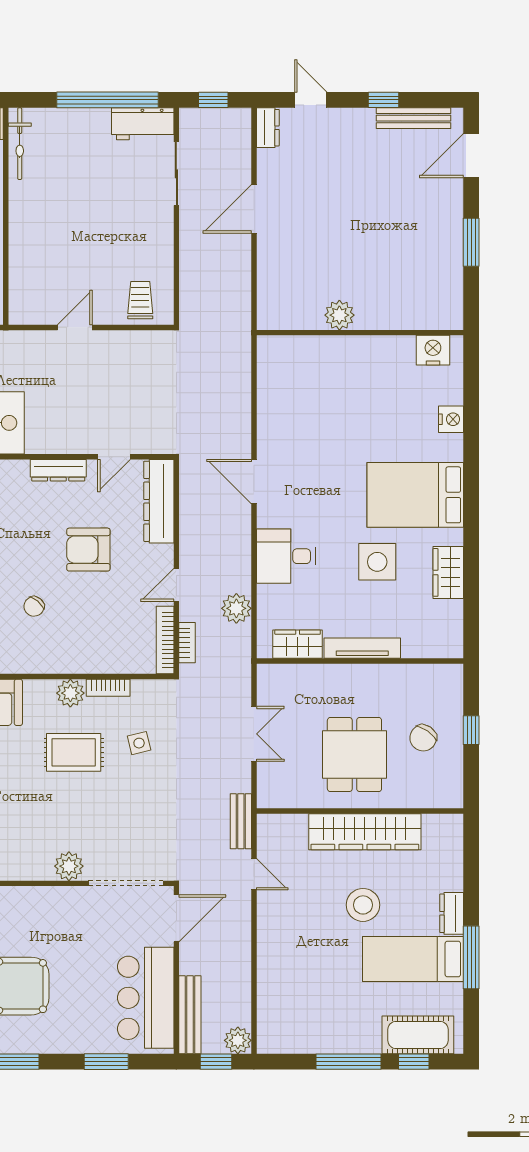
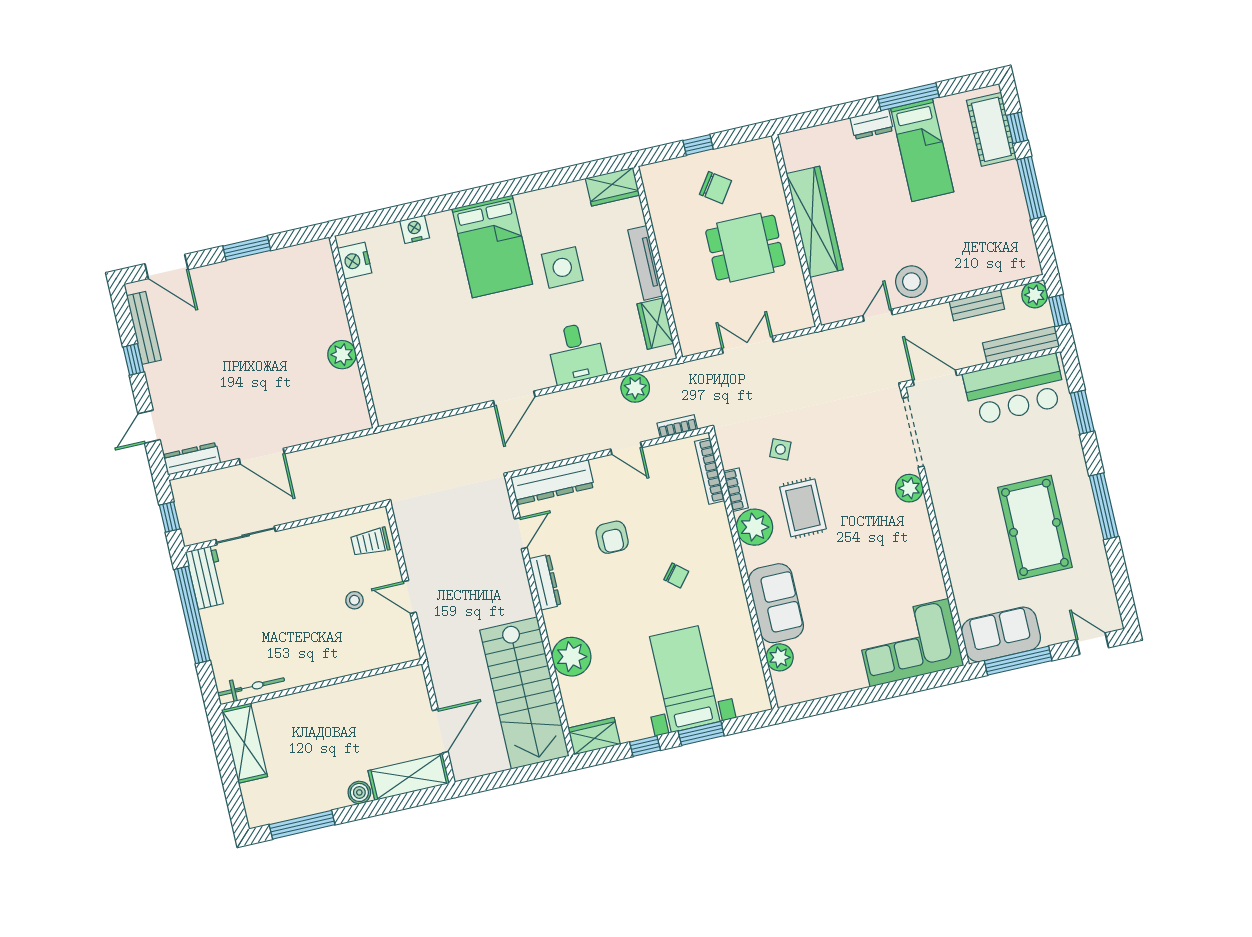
dresser: (268, 128) -> (192, 459), width x1.44
stool: (84, 270) -> (354, 600), added
door: (114, 457) -> (521, 533), hinge flipped
armchair: (88, 550) -> (612, 537), width x0.72, depth x0.72
wardrobe: (448, 572) -> (612, 187), moved
bookcase: (165, 640) -> (710, 471), moved, turned 90
plant: (70, 693) -> (755, 527), width x1.36, depth x1.36
side table: (139, 743) -> (780, 449), turned 38
bench: (241, 821) -> (977, 305), moved
stool: (363, 905) -> (911, 282), moved

